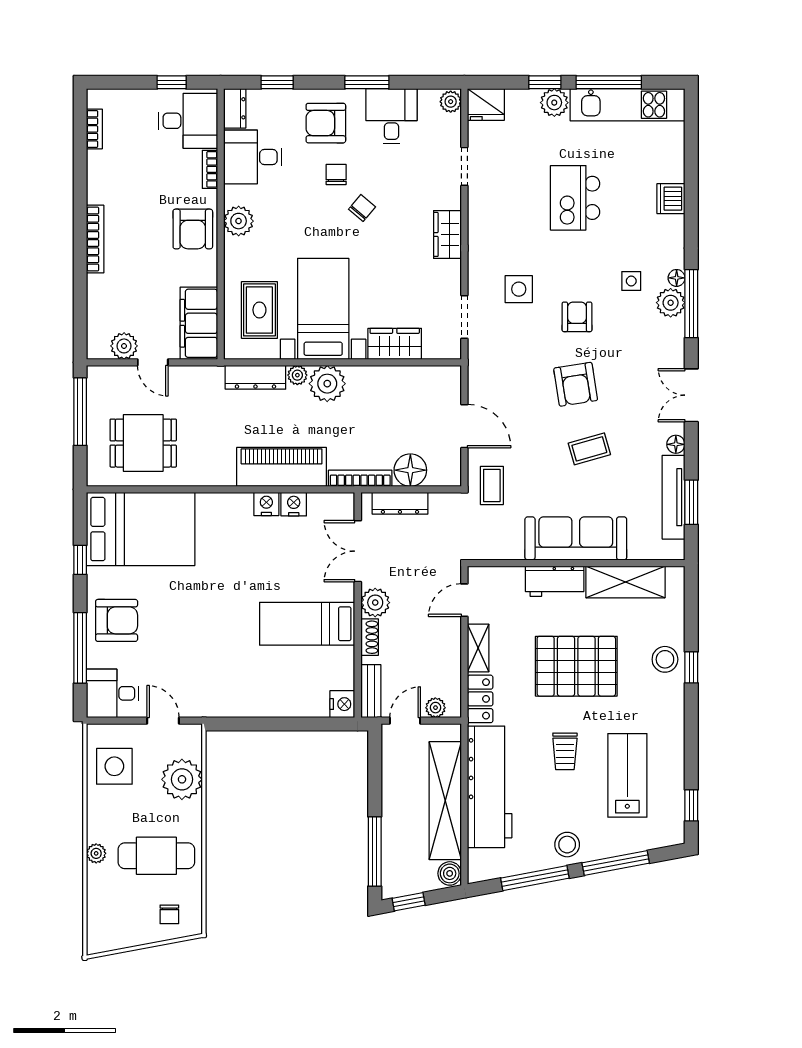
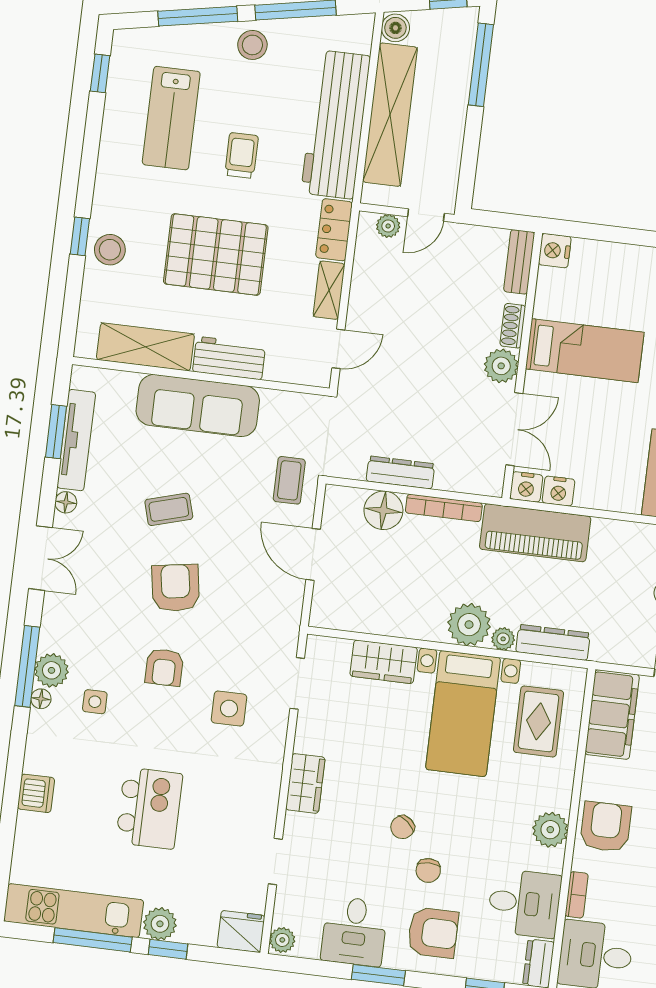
double door: (358, 551) -> (514, 429), moved
plant: (375, 603) -> (501, 366), moved
wall: (358, 605) -> (522, 365), moved
bed: (307, 624) -> (585, 351), moved
shoe rack: (370, 637) -> (513, 326), moved
bench: (371, 691) -> (519, 262), moved
nightstand: (342, 704) -> (555, 251), moved

